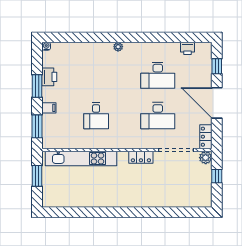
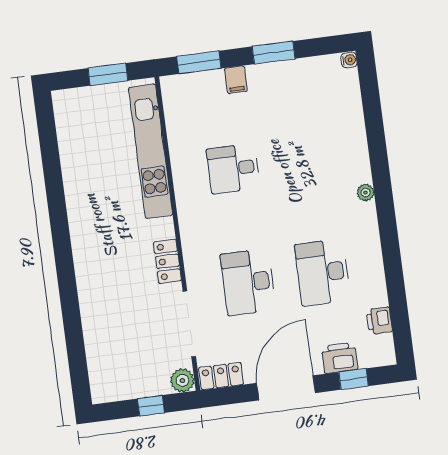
printer: (49, 77) -> (340, 358), moved, turned 180

